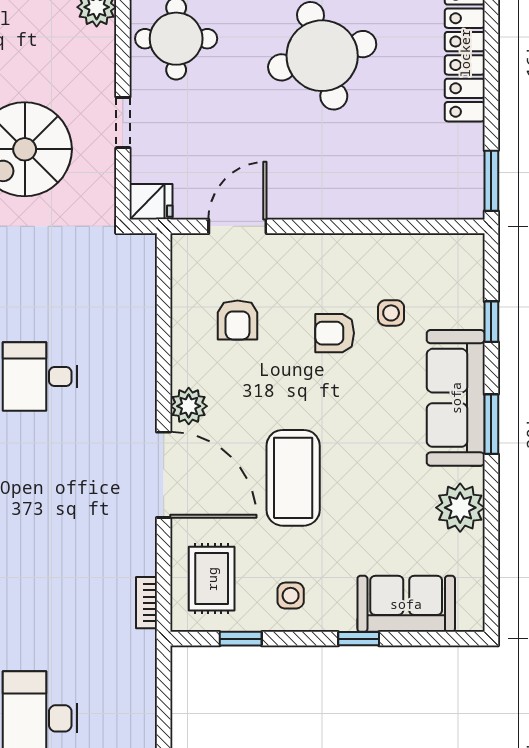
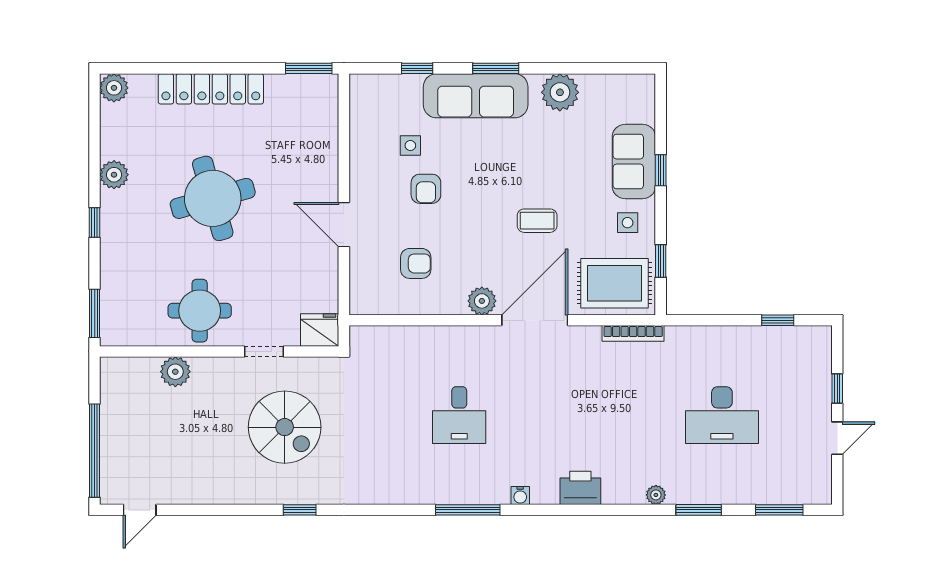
fridge: (151, 202) -> (320, 330), width x1.38
door: (237, 226) -> (344, 225), moved
coffee table: (293, 478) -> (537, 221), width x0.54, depth x0.58
rug: (212, 579) -> (615, 283), width x1.36, depth x1.43
bookcase: (146, 603) -> (633, 333), width x1.56
sofa: (406, 604) -> (634, 162), moved

